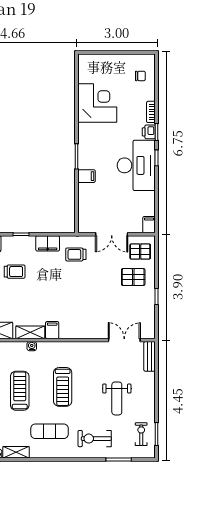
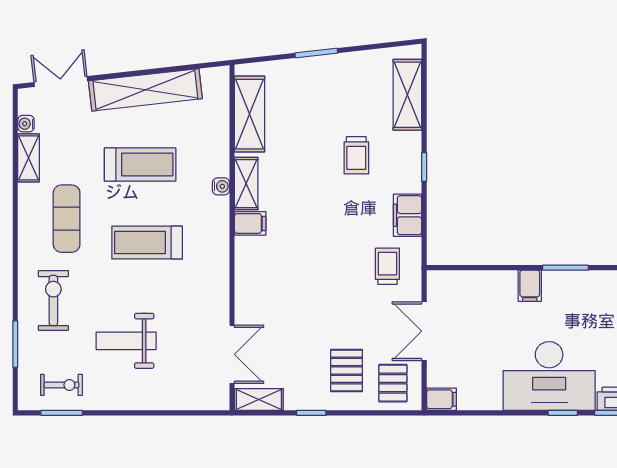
shelving: (149, 325) -> (259, 400), added
bench: (150, 356) -> (202, 400), removed

